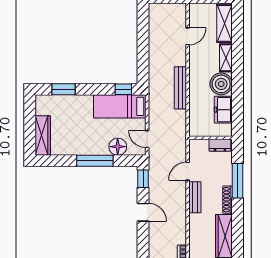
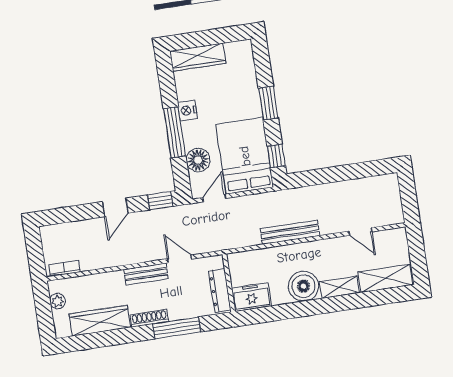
window: (64, 89) -> (268, 103), moved
bed: (120, 106) -> (245, 156), width x1.50
freezer: (223, 110) -> (251, 297), moved
dresser: (220, 145) -> (220, 291), width x1.44
nightstand: (80, 149) -> (187, 110), added

